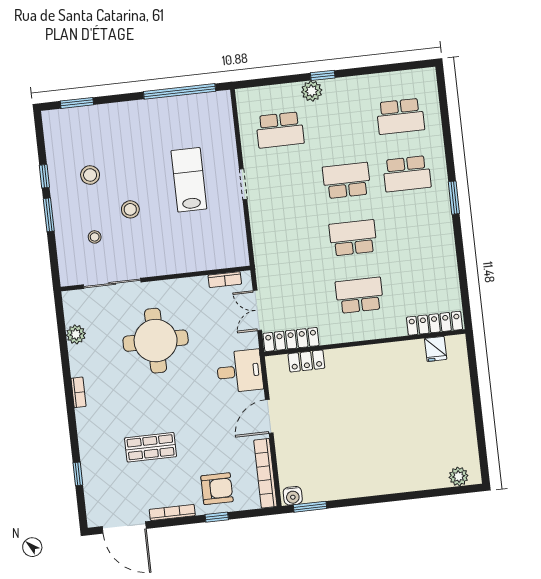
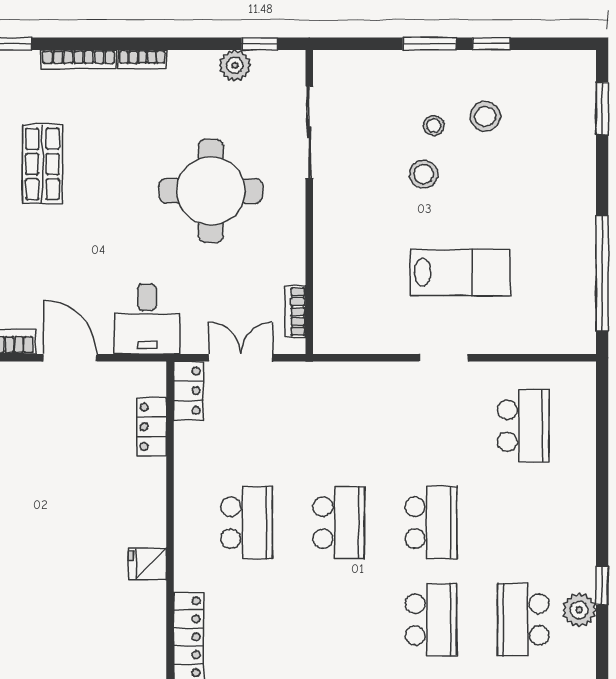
window: (323, 75) -> (602, 585), moved
plant: (312, 91) -> (579, 610), moved
school desk: (280, 130) -> (523, 426), turned 180
school desk: (407, 174) -> (431, 619), turned 180
stool: (95, 237) -> (434, 125), moved
window: (61, 320) -> (260, 44), added
locker: (291, 339) -> (189, 391), width x0.66
fridge: (436, 349) -> (148, 564), moved
bookcase: (83, 432) -> (79, 59), added

